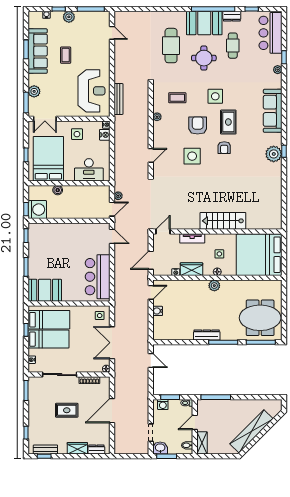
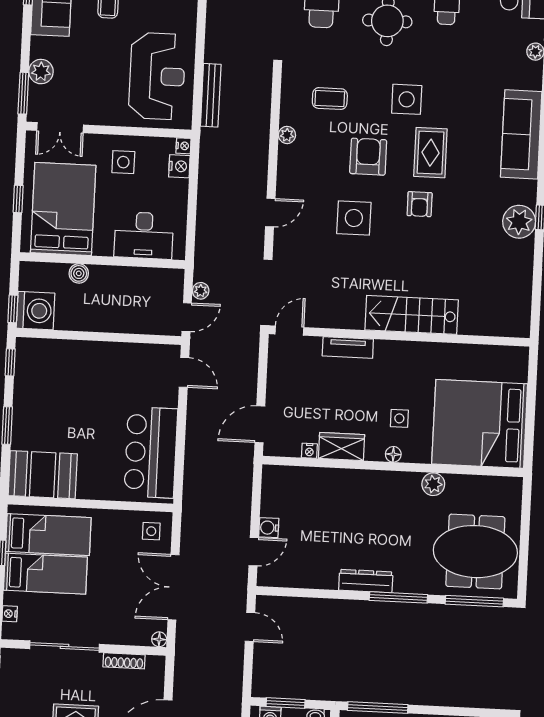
stairs: (223, 221) -> (412, 315), moved
door: (163, 232) -> (289, 331), moved
wall: (217, 232) -> (399, 336), moved
tv unit: (192, 238) -> (348, 347), moved
plant: (214, 286) -> (433, 484), moved
door: (151, 292) -> (254, 552), moved

